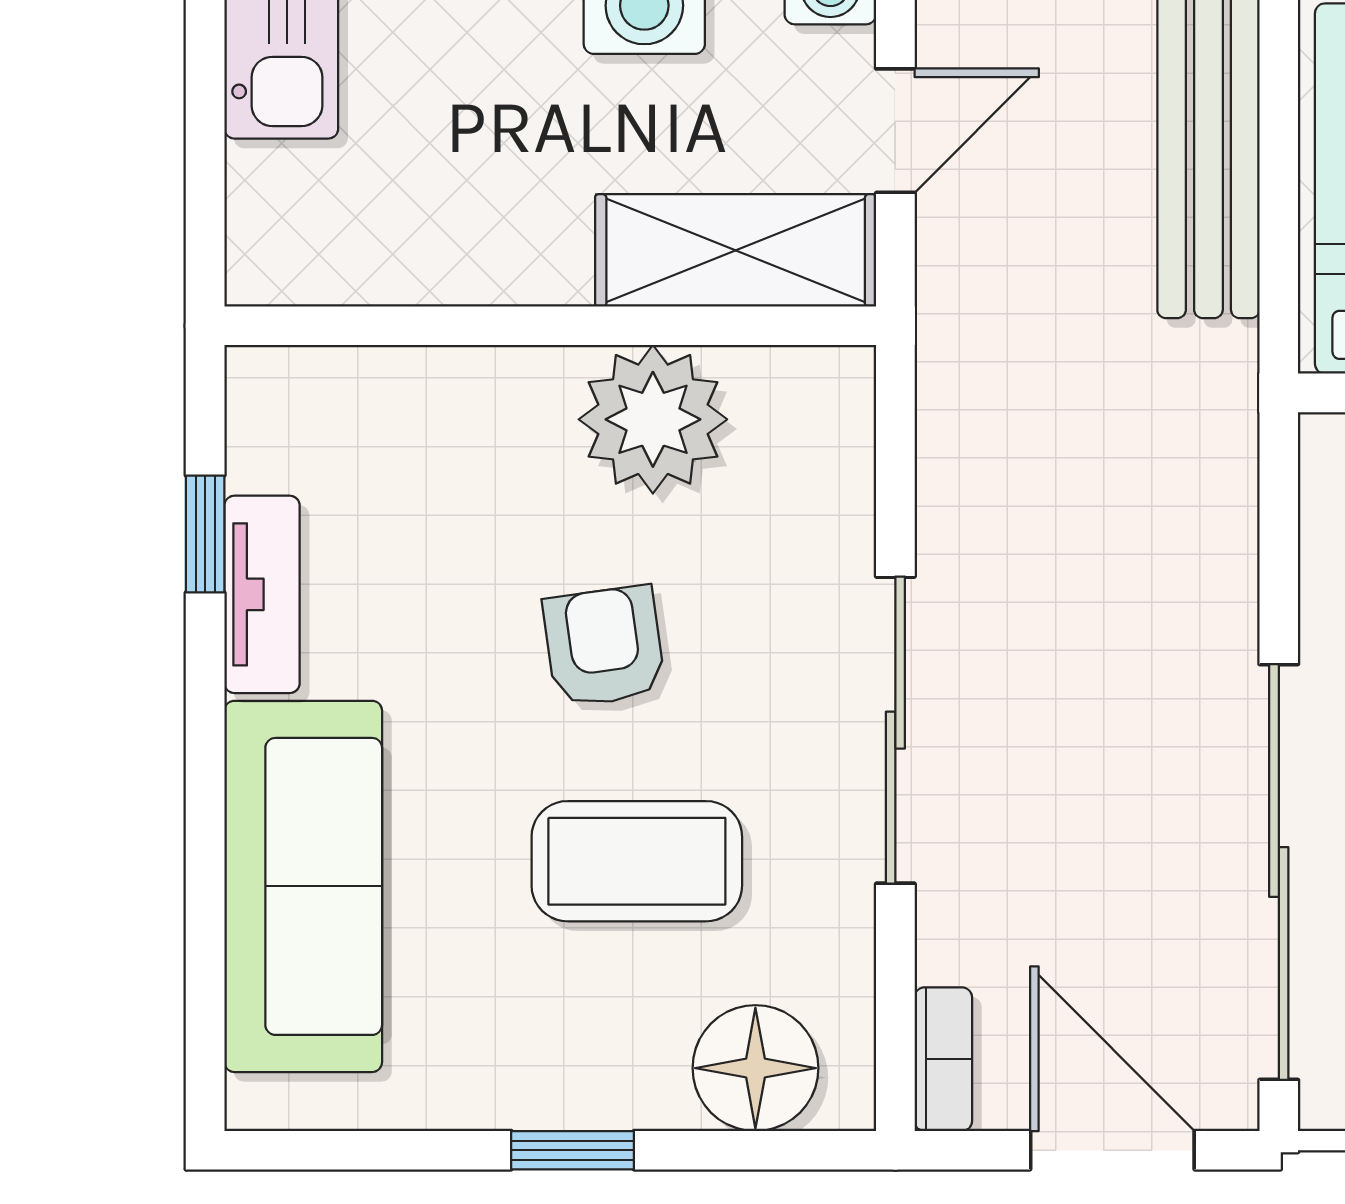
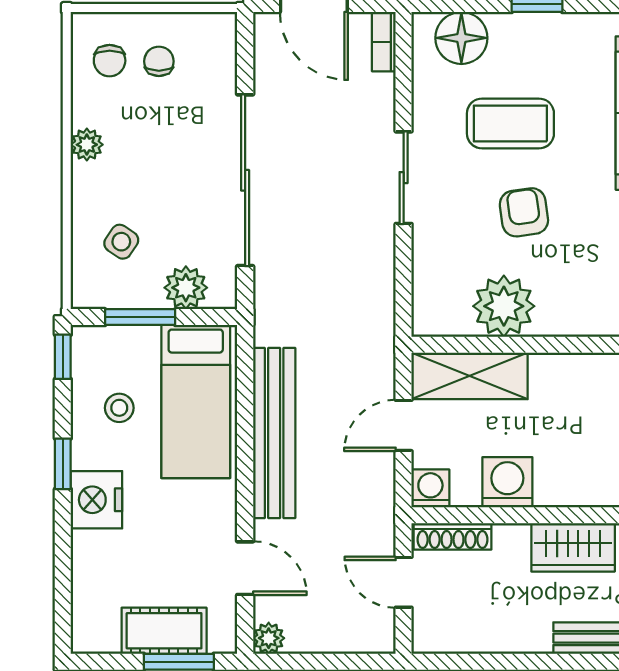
armchair: (604, 646) -> (524, 212), turned 180
sliding door: (895, 730) -> (404, 178), width x0.73
sliding door: (1279, 872) -> (245, 180), moved

